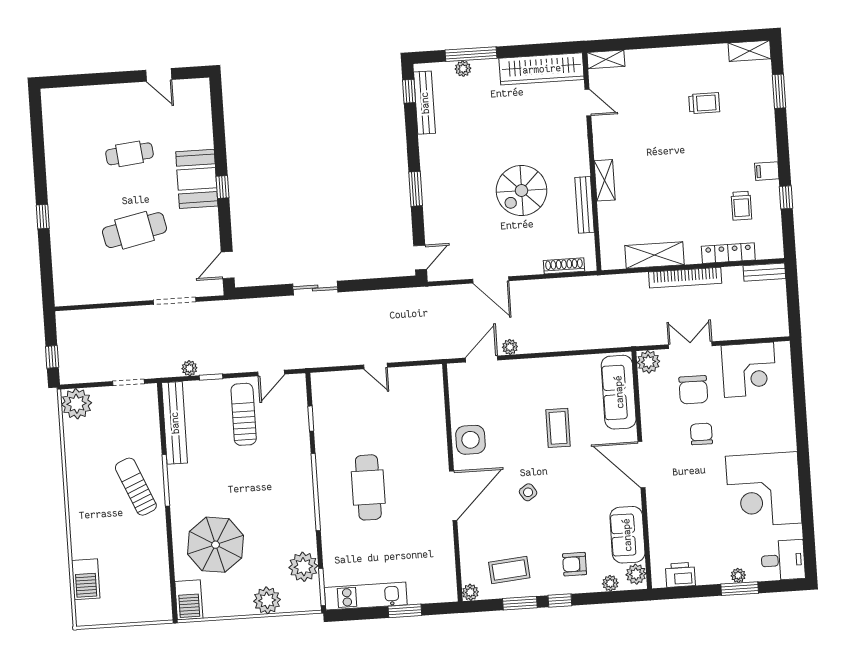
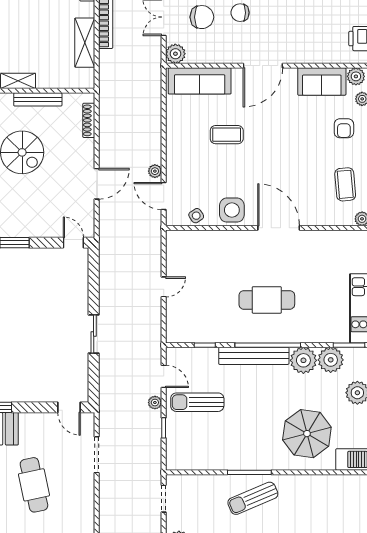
plant: (189, 368) -> (155, 403), moved
bench: (175, 423) -> (254, 356), moved
side table: (528, 492) -> (196, 216), moved
plant: (301, 535) -> (303, 360), added

